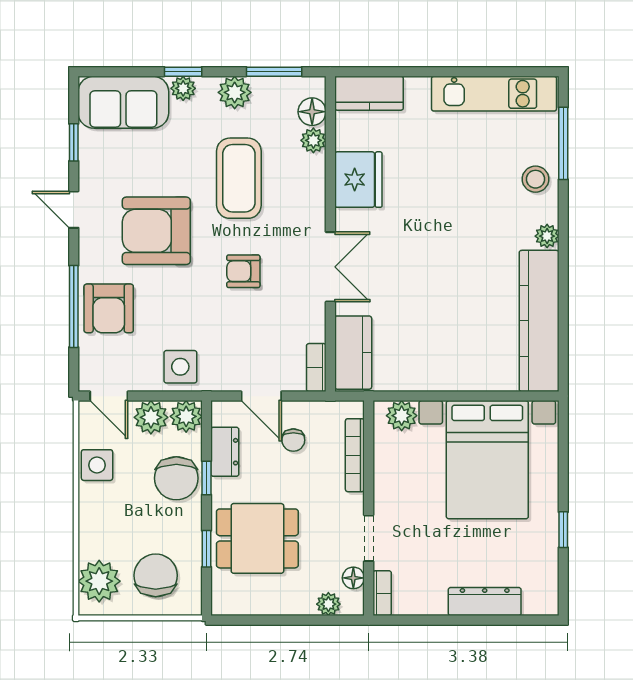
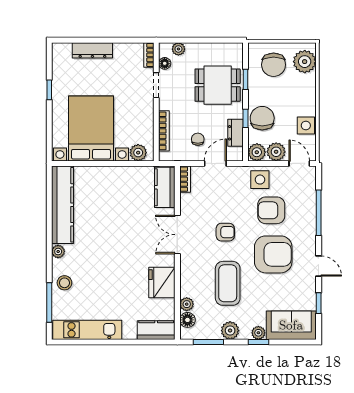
armchair: (109, 308) -> (271, 210), moved, turned -90
door: (261, 396) -> (215, 163), hinge flipped

